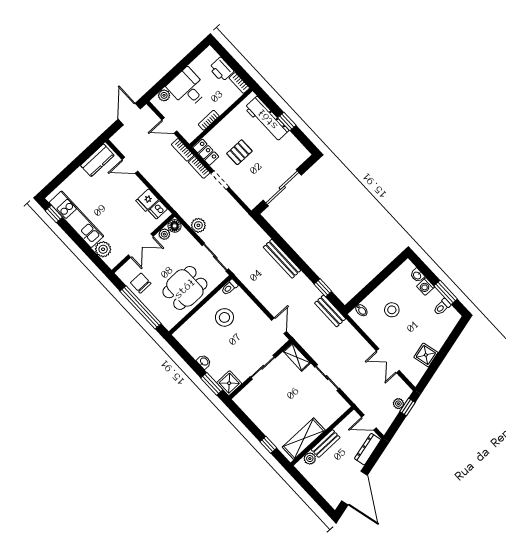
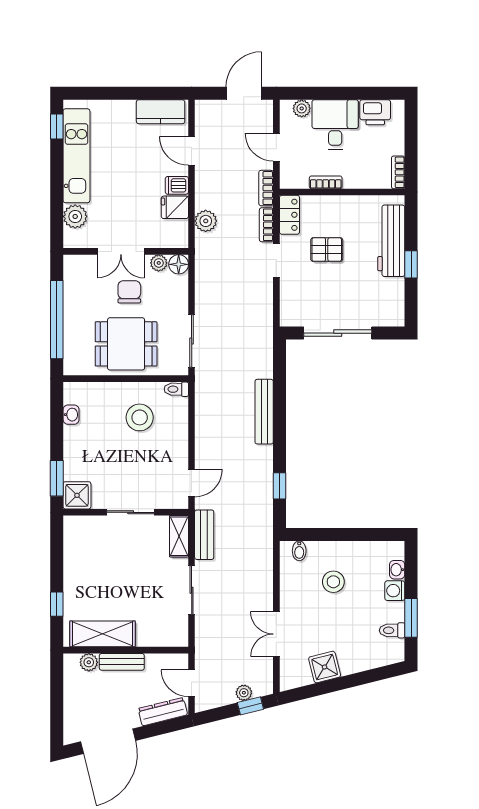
printer: (221, 69) -> (375, 112), moved, turned -90
dishwasher: (158, 210) -> (177, 185), moved
plant: (198, 225) -> (206, 221), moved
chair: (141, 283) -> (129, 292), moved
bench: (330, 311) -> (204, 535), moved
washbasin: (204, 362) -> (71, 415), moved

